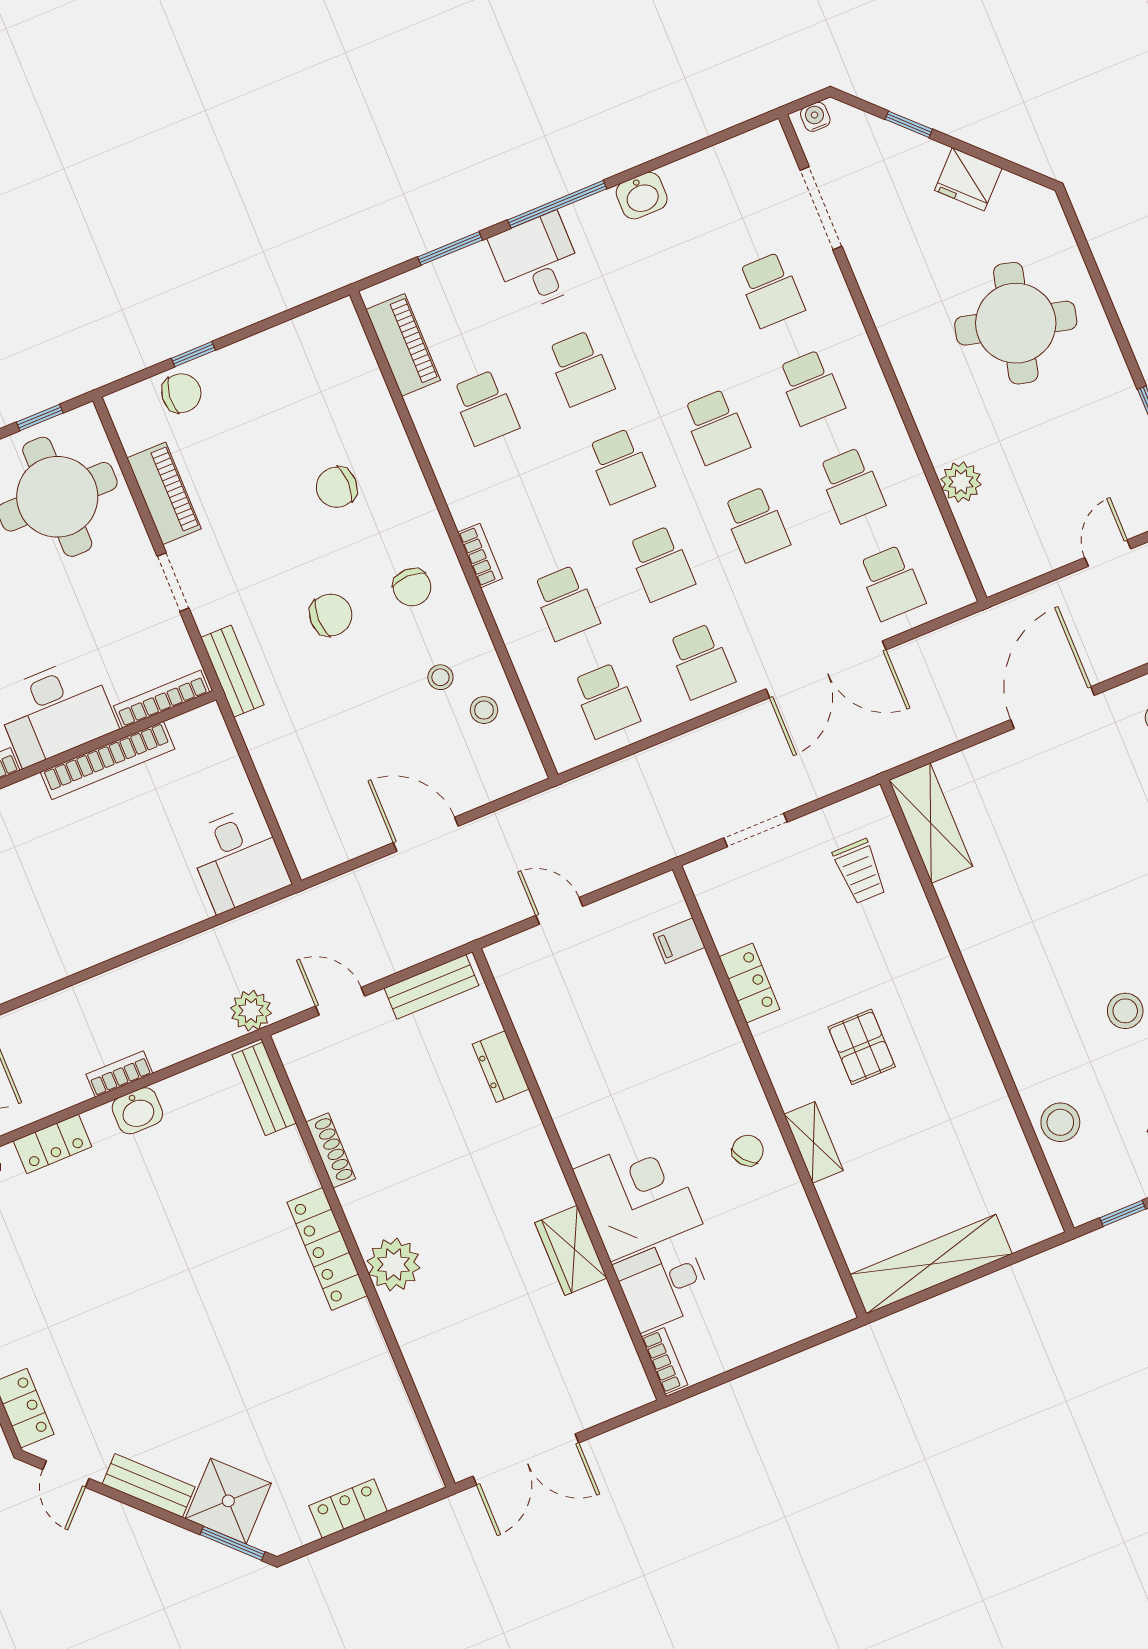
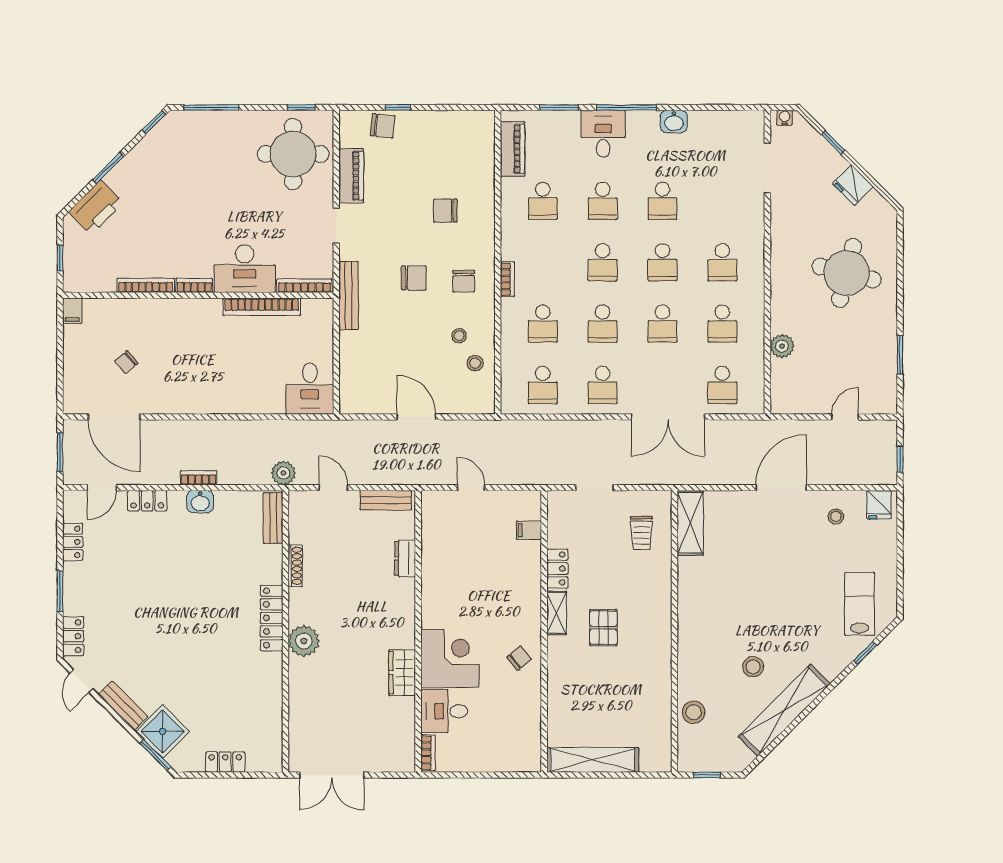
school desk: (771, 290) -> (662, 201), moved
bench: (232, 671) -> (349, 296), width x1.36
shelving: (814, 1142) -> (557, 613), moved

